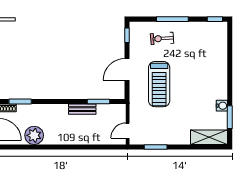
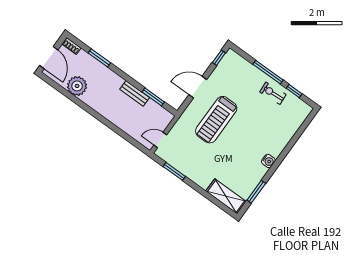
window: (215, 19) -> (294, 91), moved
exercise bike: (162, 38) -> (273, 93), moved
window: (20, 102) -> (99, 58), moved
water cooler: (222, 106) -> (268, 161), moved

